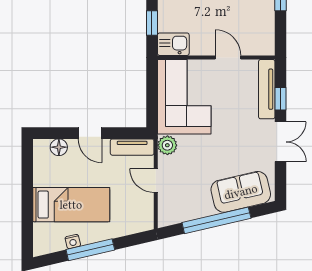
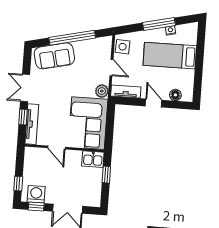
side table: (142, 213) -> (123, 47), added

